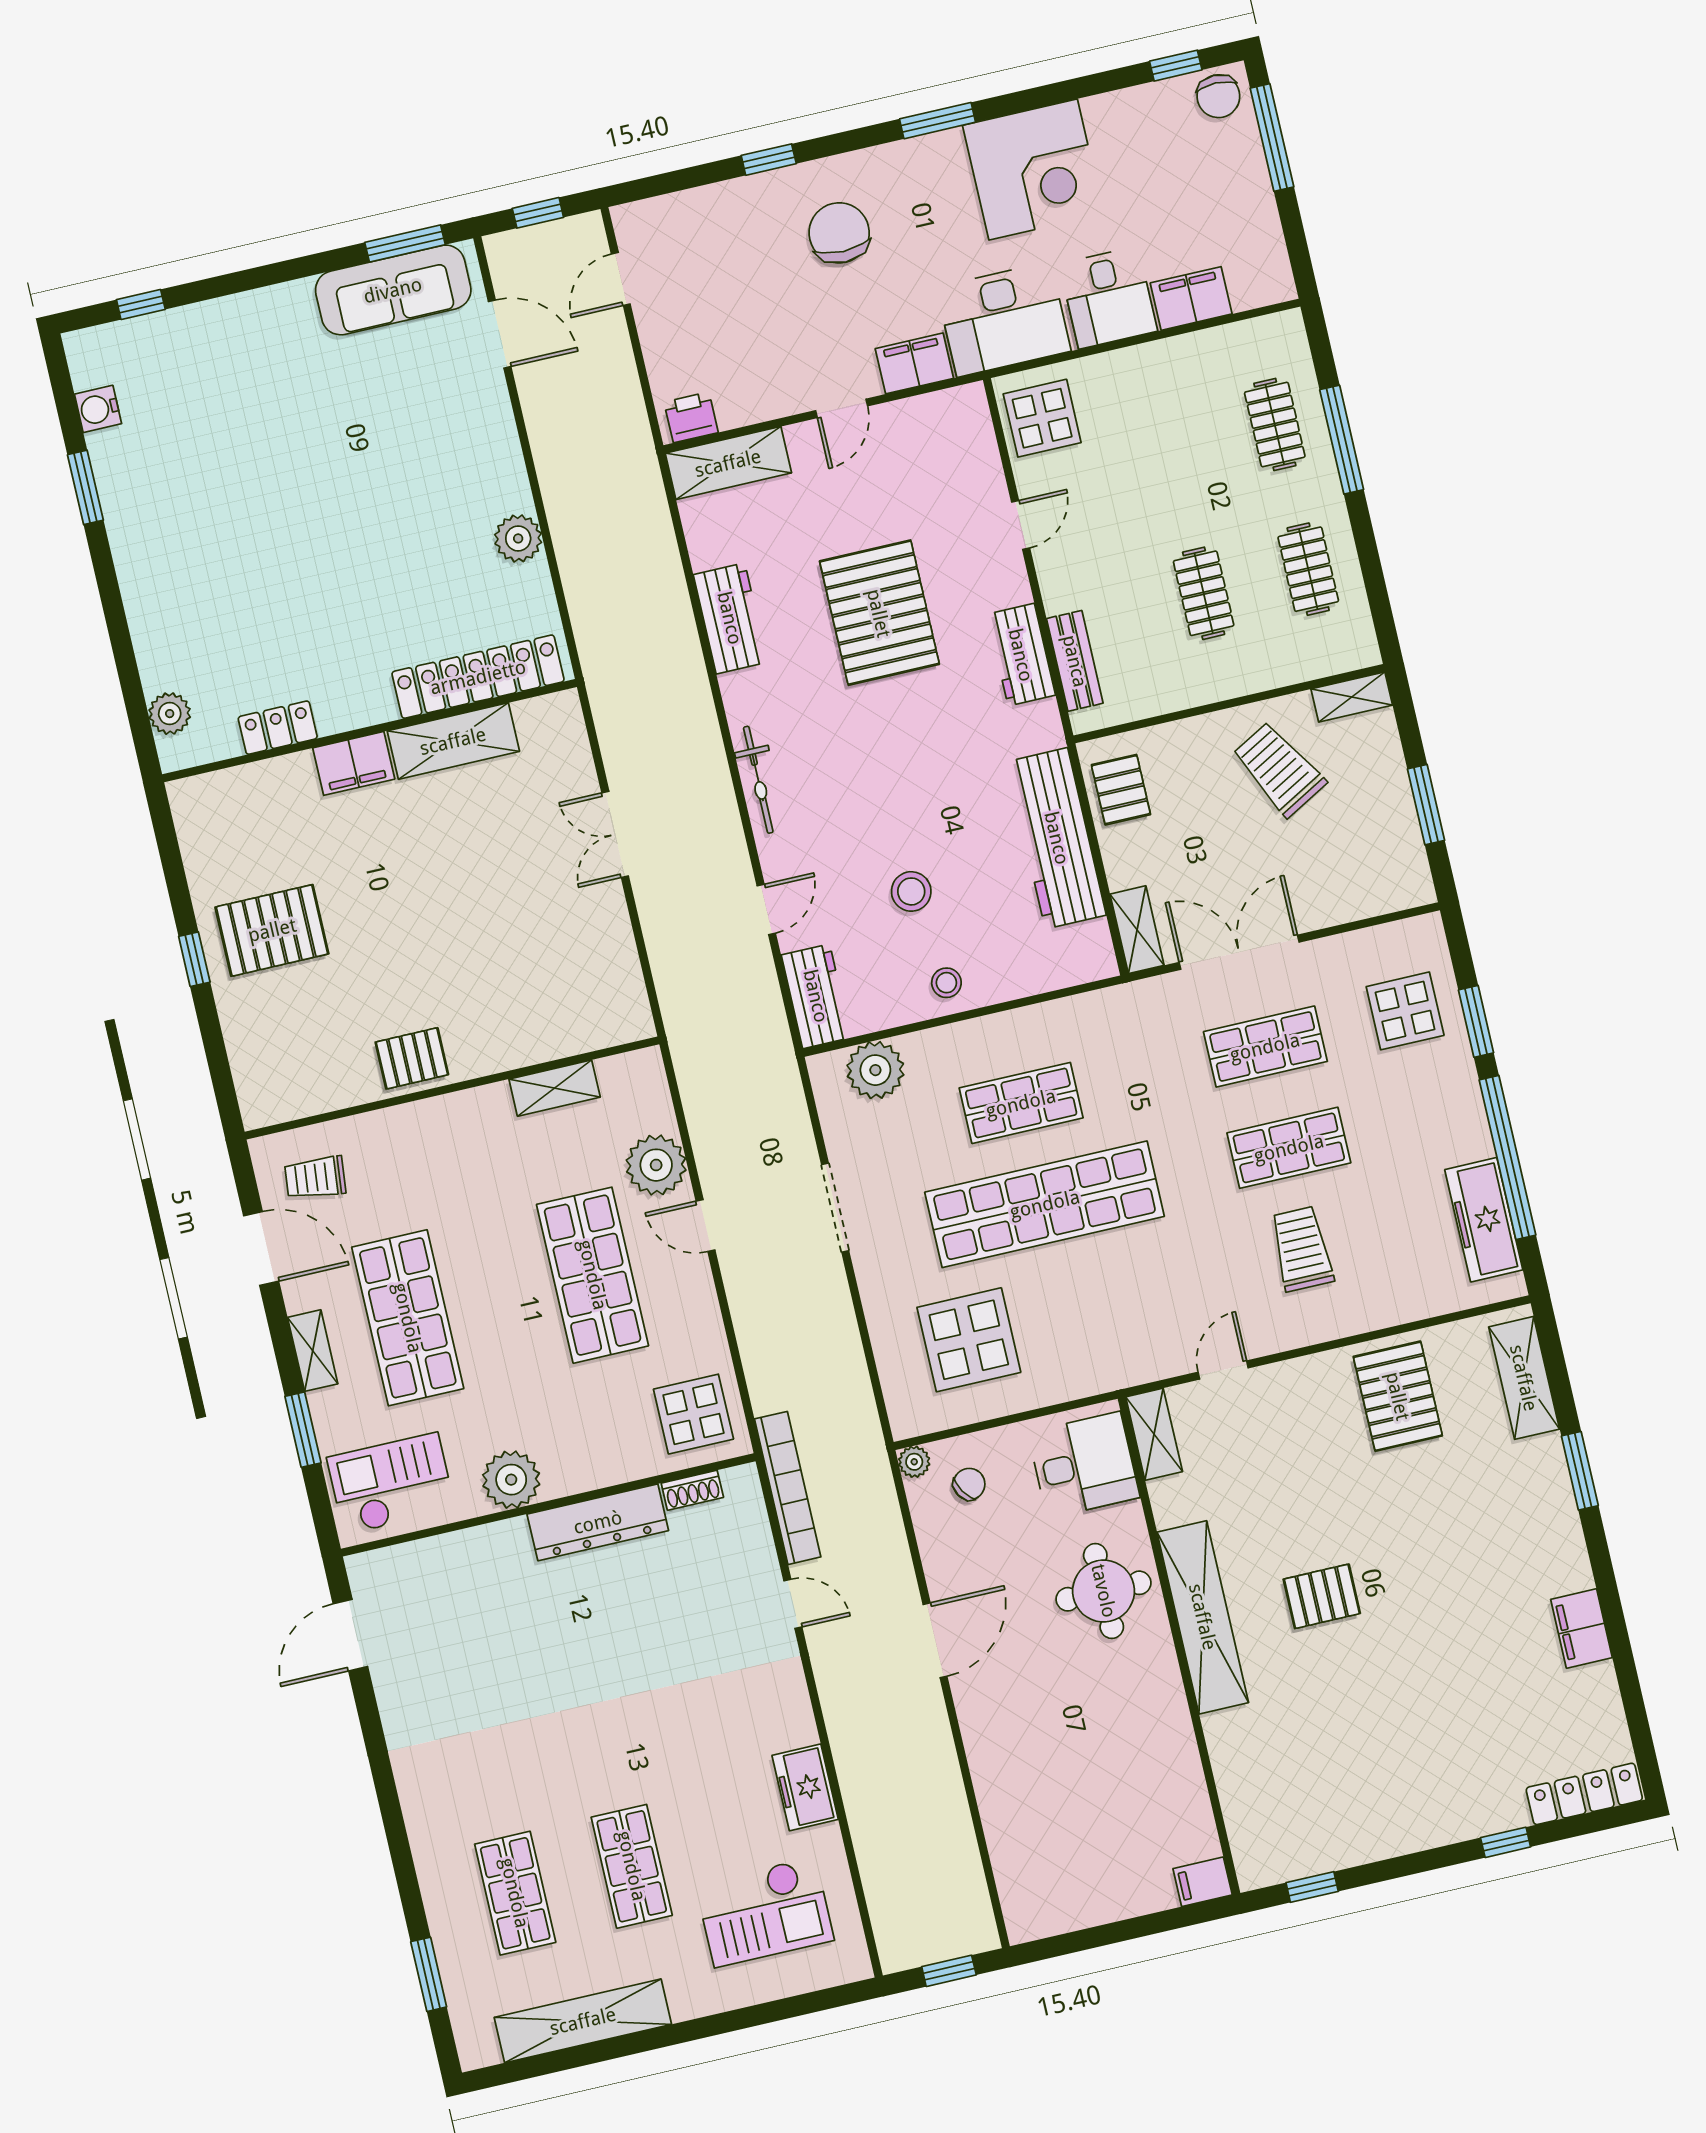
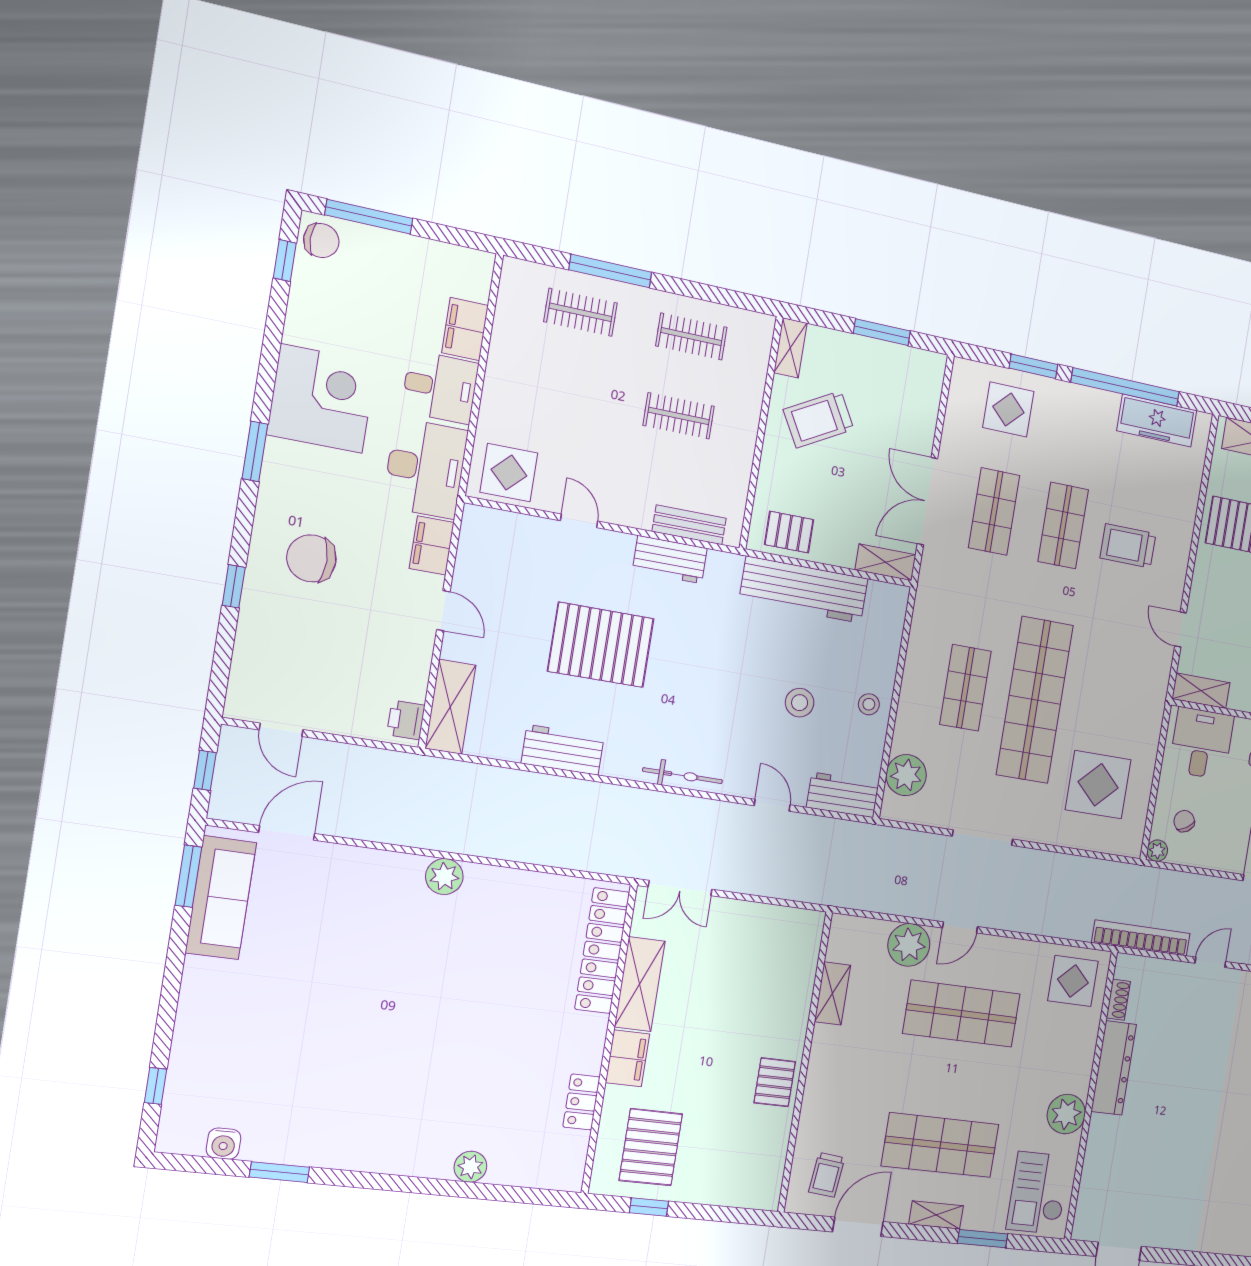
locker: (478, 677) -> (602, 951), moved
locker: (278, 728) -> (581, 1102), moved
wall: (370, 731) -> (609, 1039), moved
shelving: (453, 741) -> (640, 984), moved
filing cabinet: (354, 763) -> (627, 1058), moved

